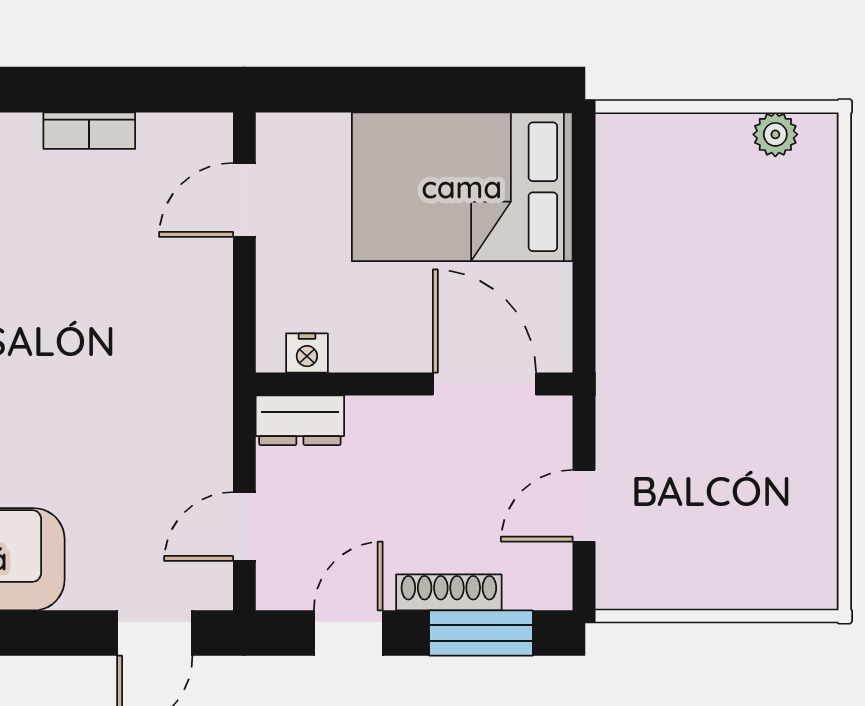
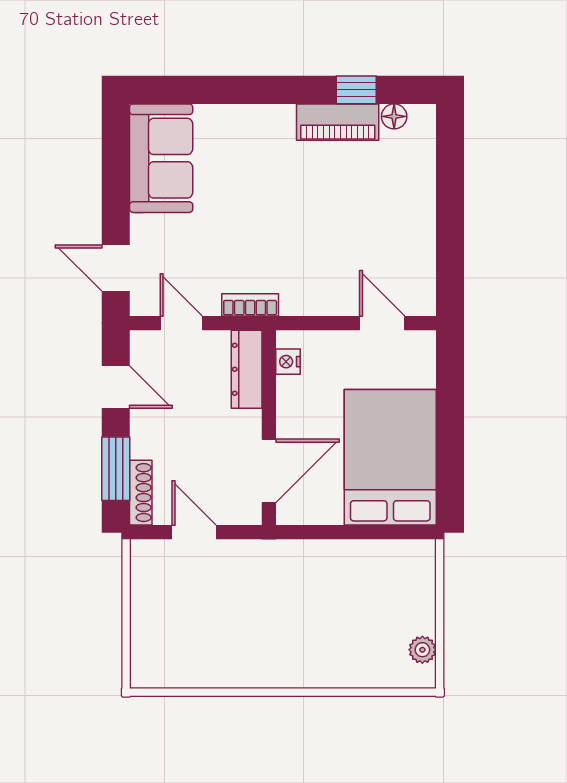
bookcase: (89, 131) -> (250, 305), moved, turned 90
dresser: (300, 420) -> (247, 369), width x1.44
shoe rack: (449, 592) -> (141, 493), moved

